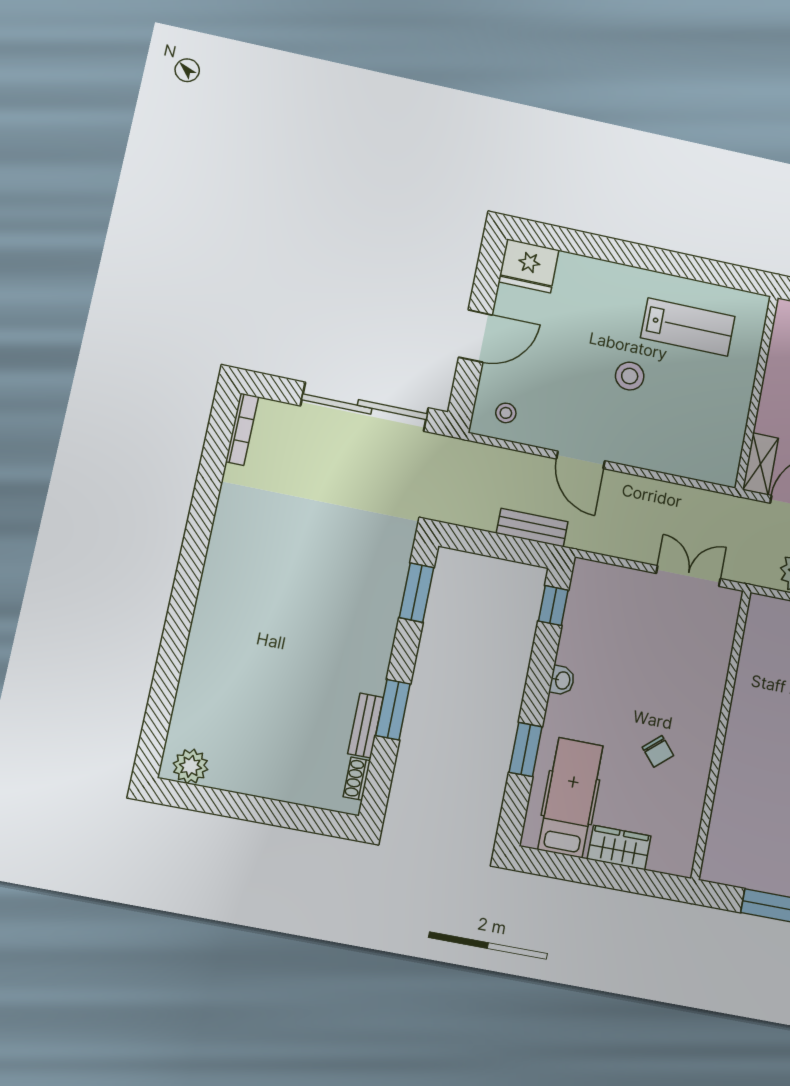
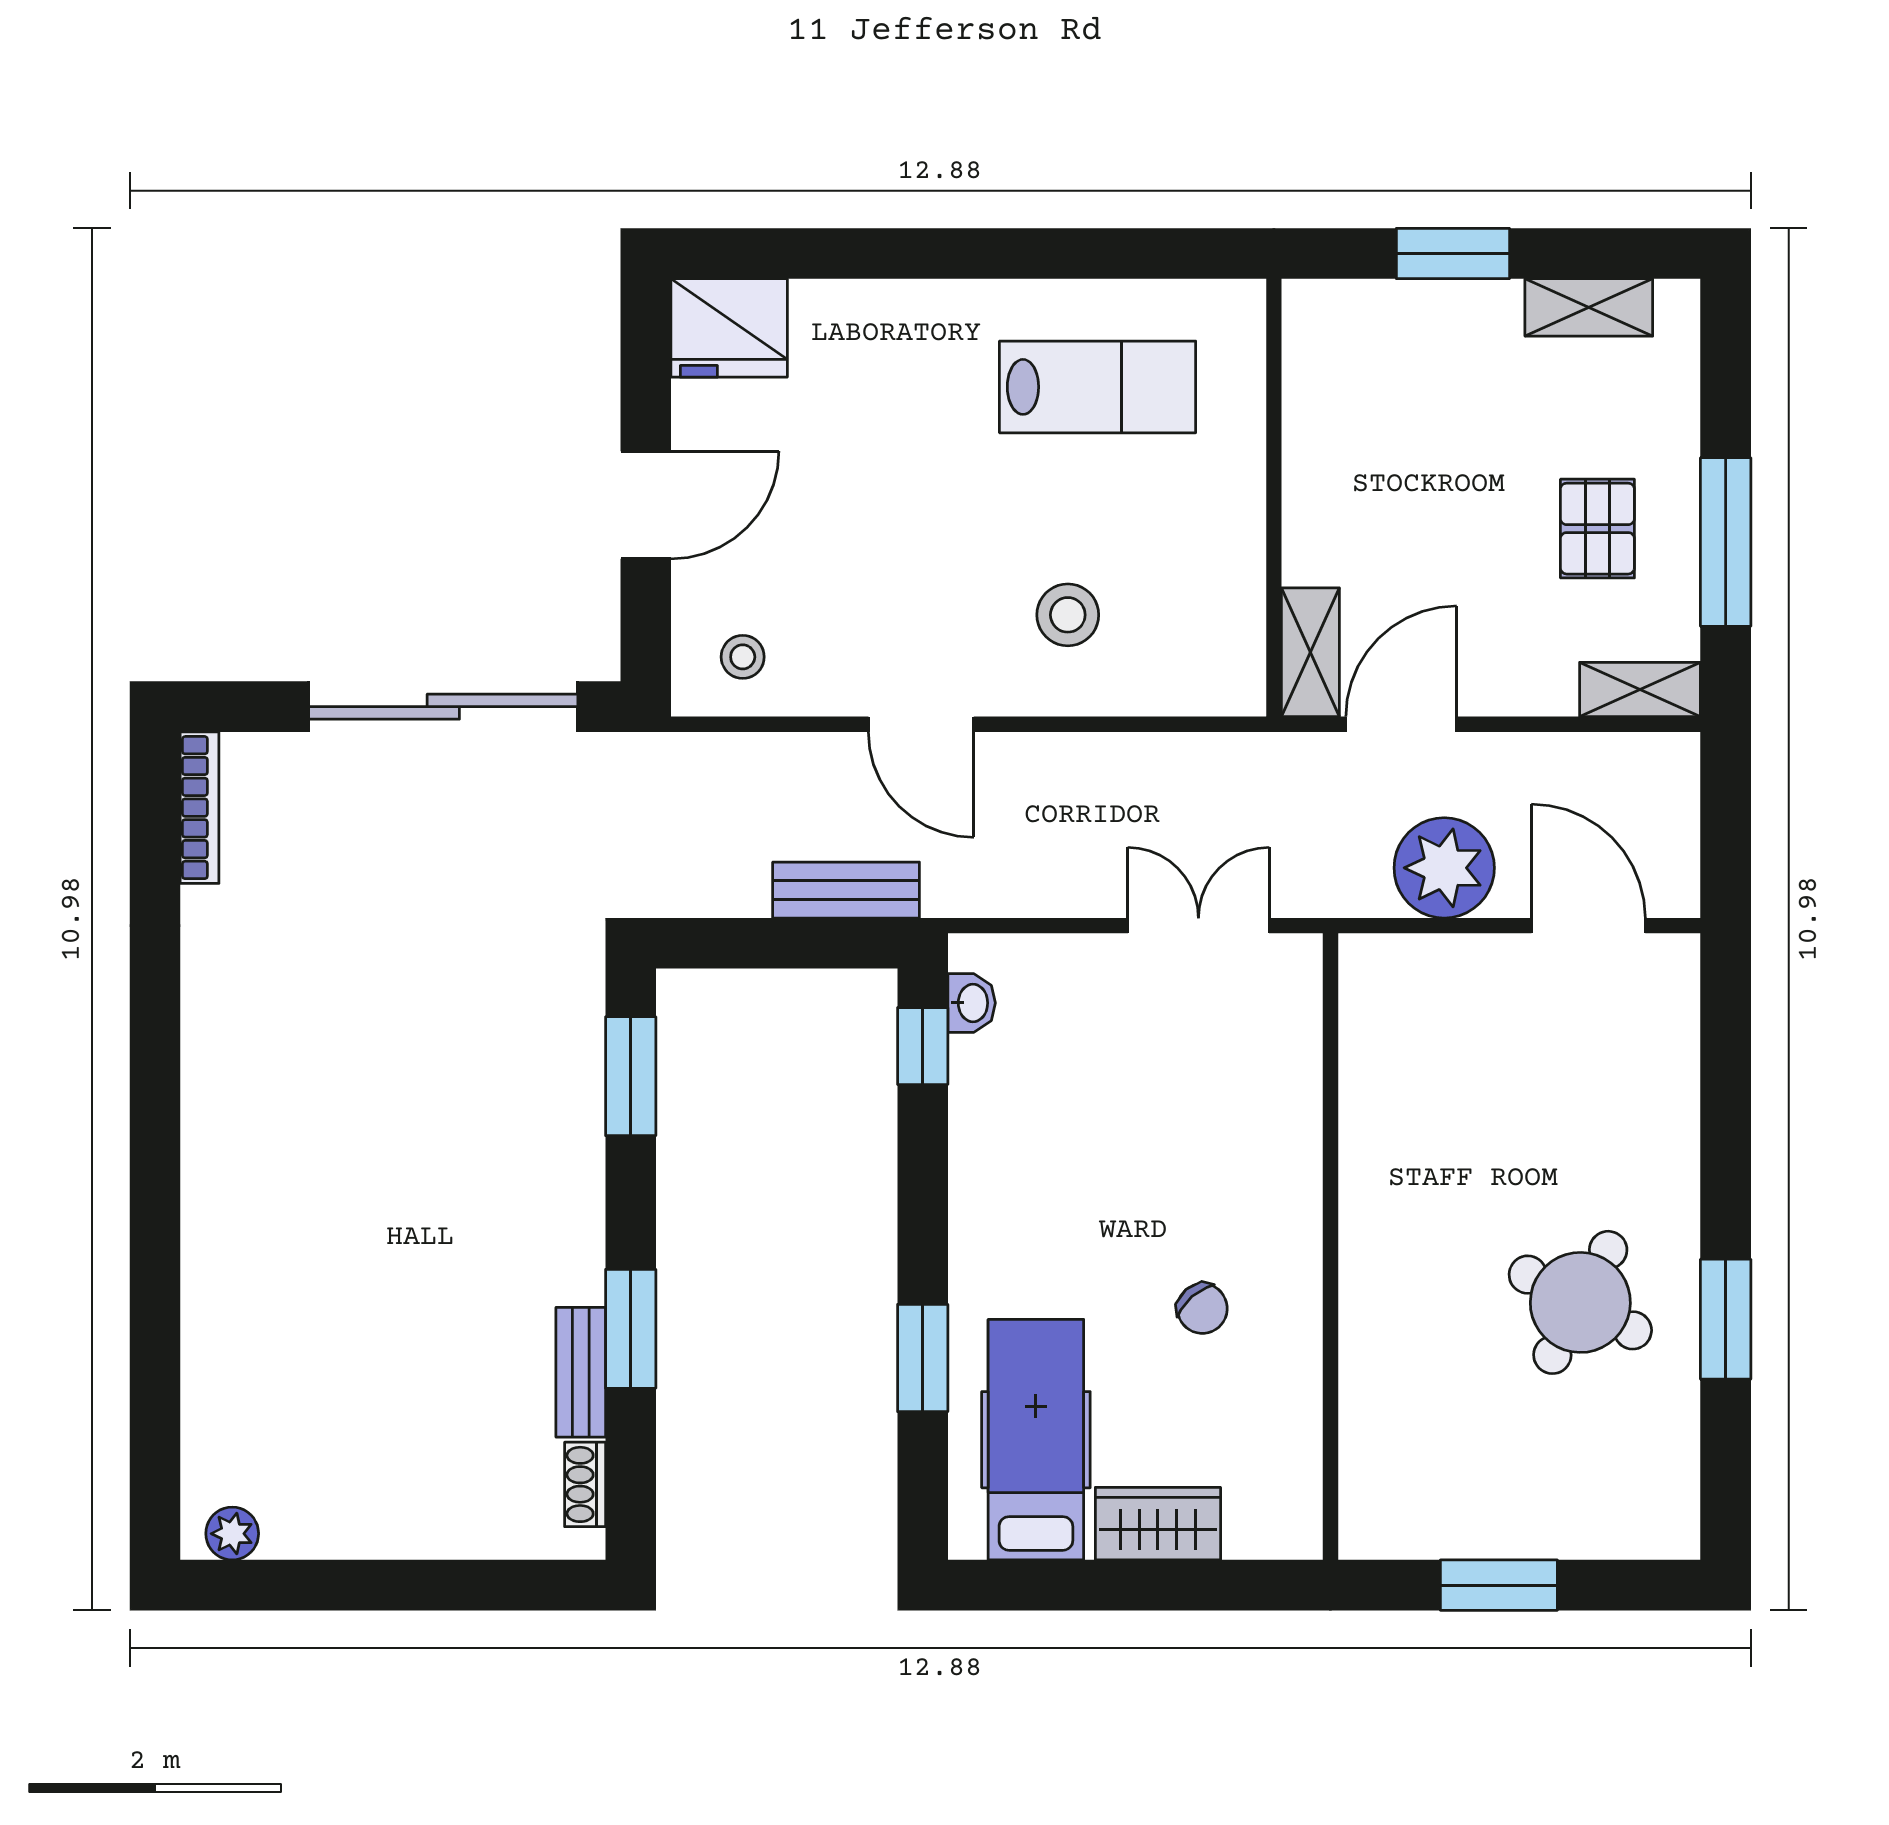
stool: (630, 376) -> (1068, 615), moved
washbasin: (562, 680) -> (972, 1003), moved
plant: (190, 766) -> (232, 1534), width x0.73, depth x0.73

